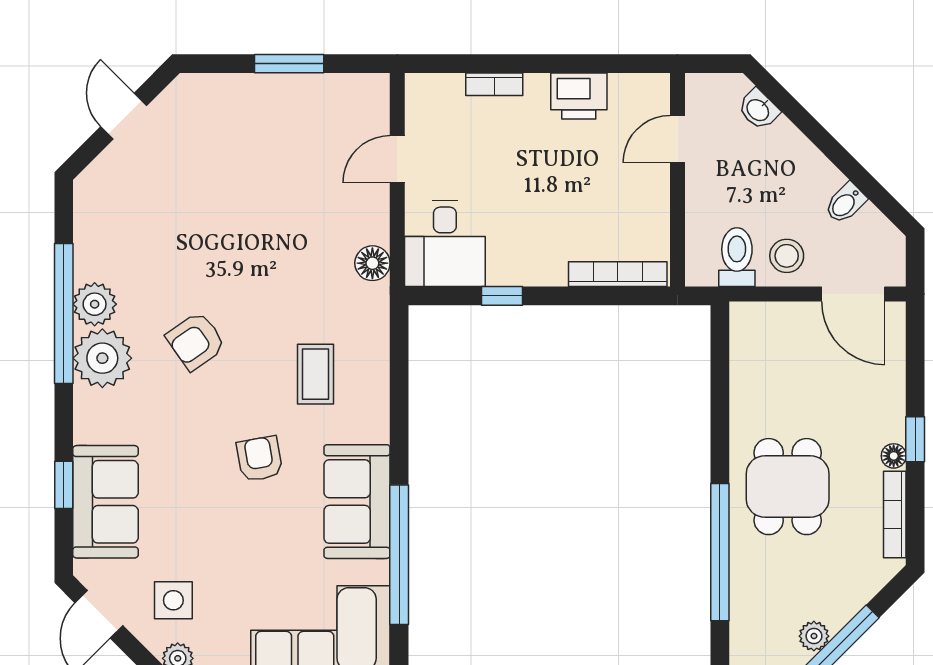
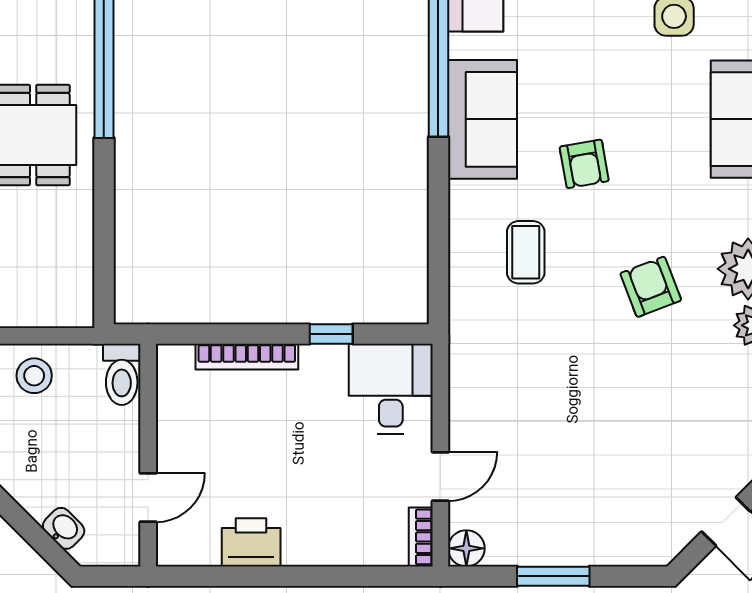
bookcase: (494, 84) -> (421, 537), moved, turned -90
toilet: (737, 257) -> (122, 374), moved
floor lamp: (372, 263) -> (466, 548), moved
bookcase: (618, 274) -> (247, 357), moved
armchair: (196, 341) -> (651, 287), turned -76

